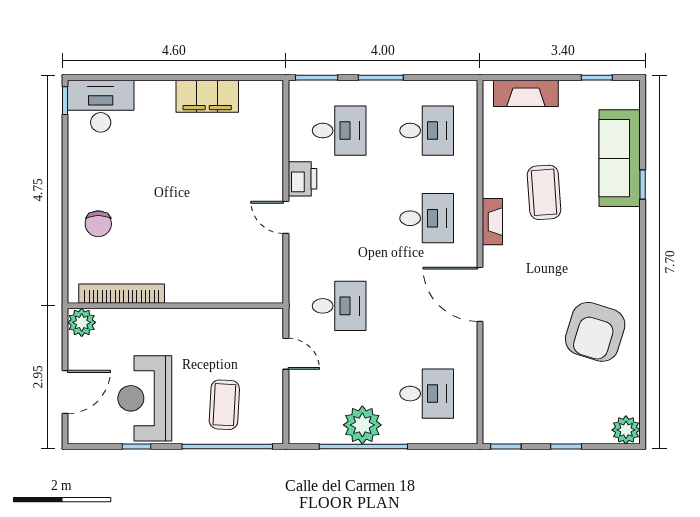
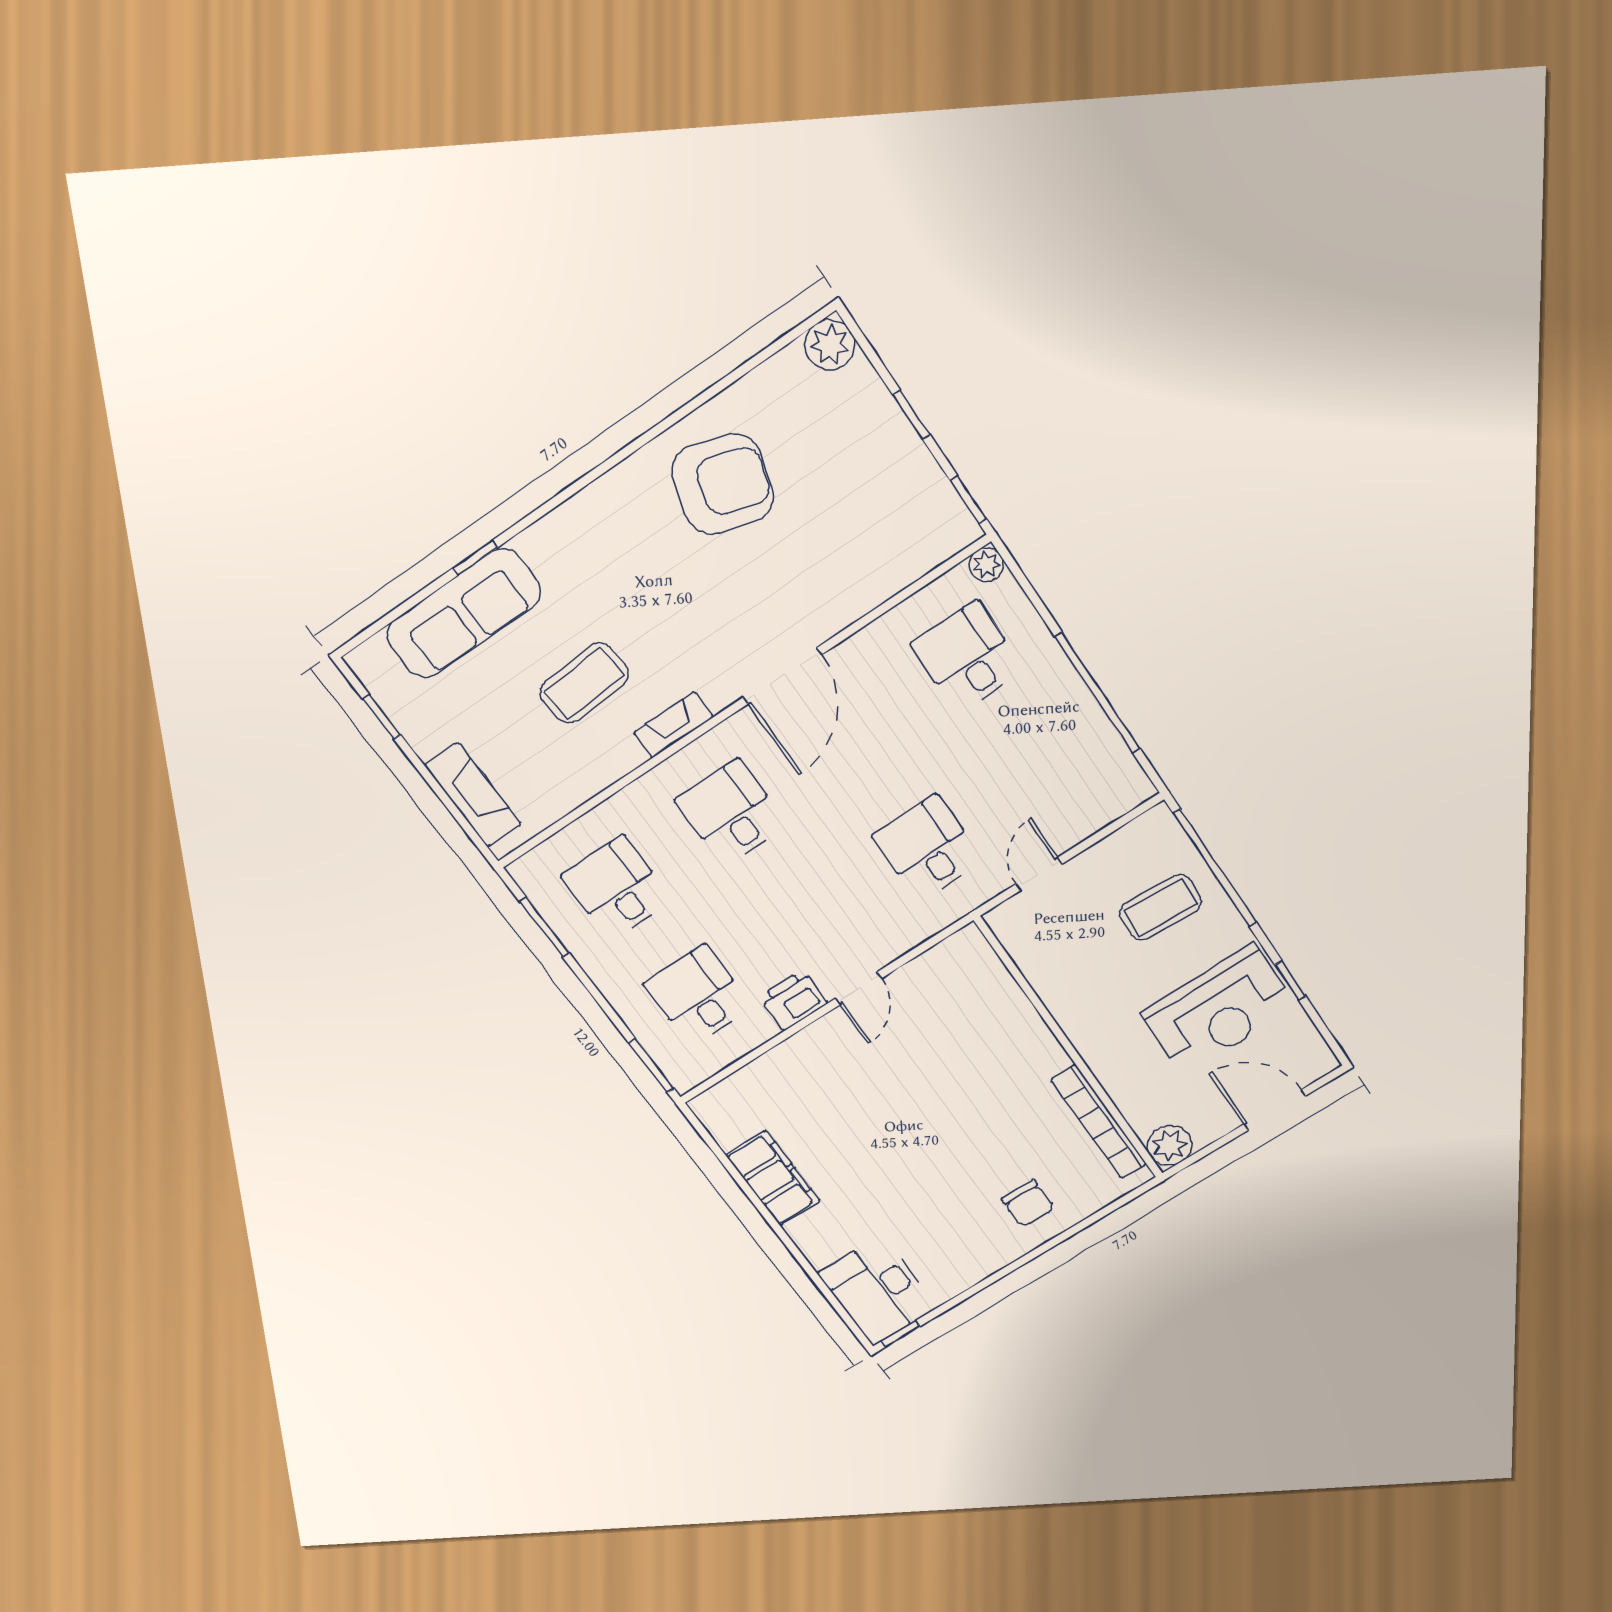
window: (381, 78) -> (544, 927), moved
chair: (98, 224) -> (1028, 1204), turned 90
plant: (362, 425) -> (986, 565), moved, width x0.53, depth x0.53

